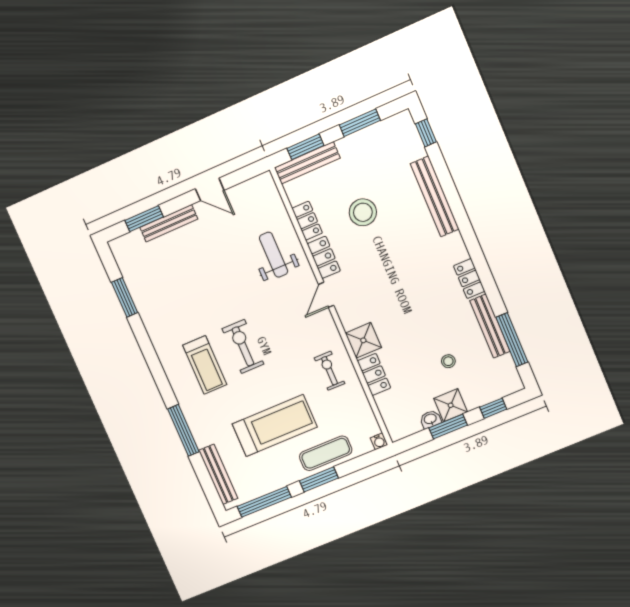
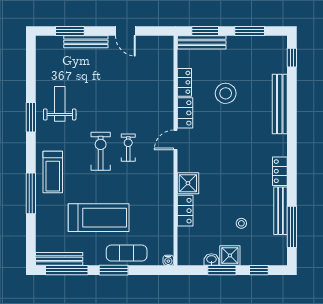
weight bench: (274, 255) -> (60, 104), moved
window: (125, 297) -> (31, 117), moved
treadmill: (205, 365) -> (53, 172), moved
exercise bike: (329, 371) -> (128, 148), moved
bench: (218, 474) -> (59, 259), moved, turned 90

